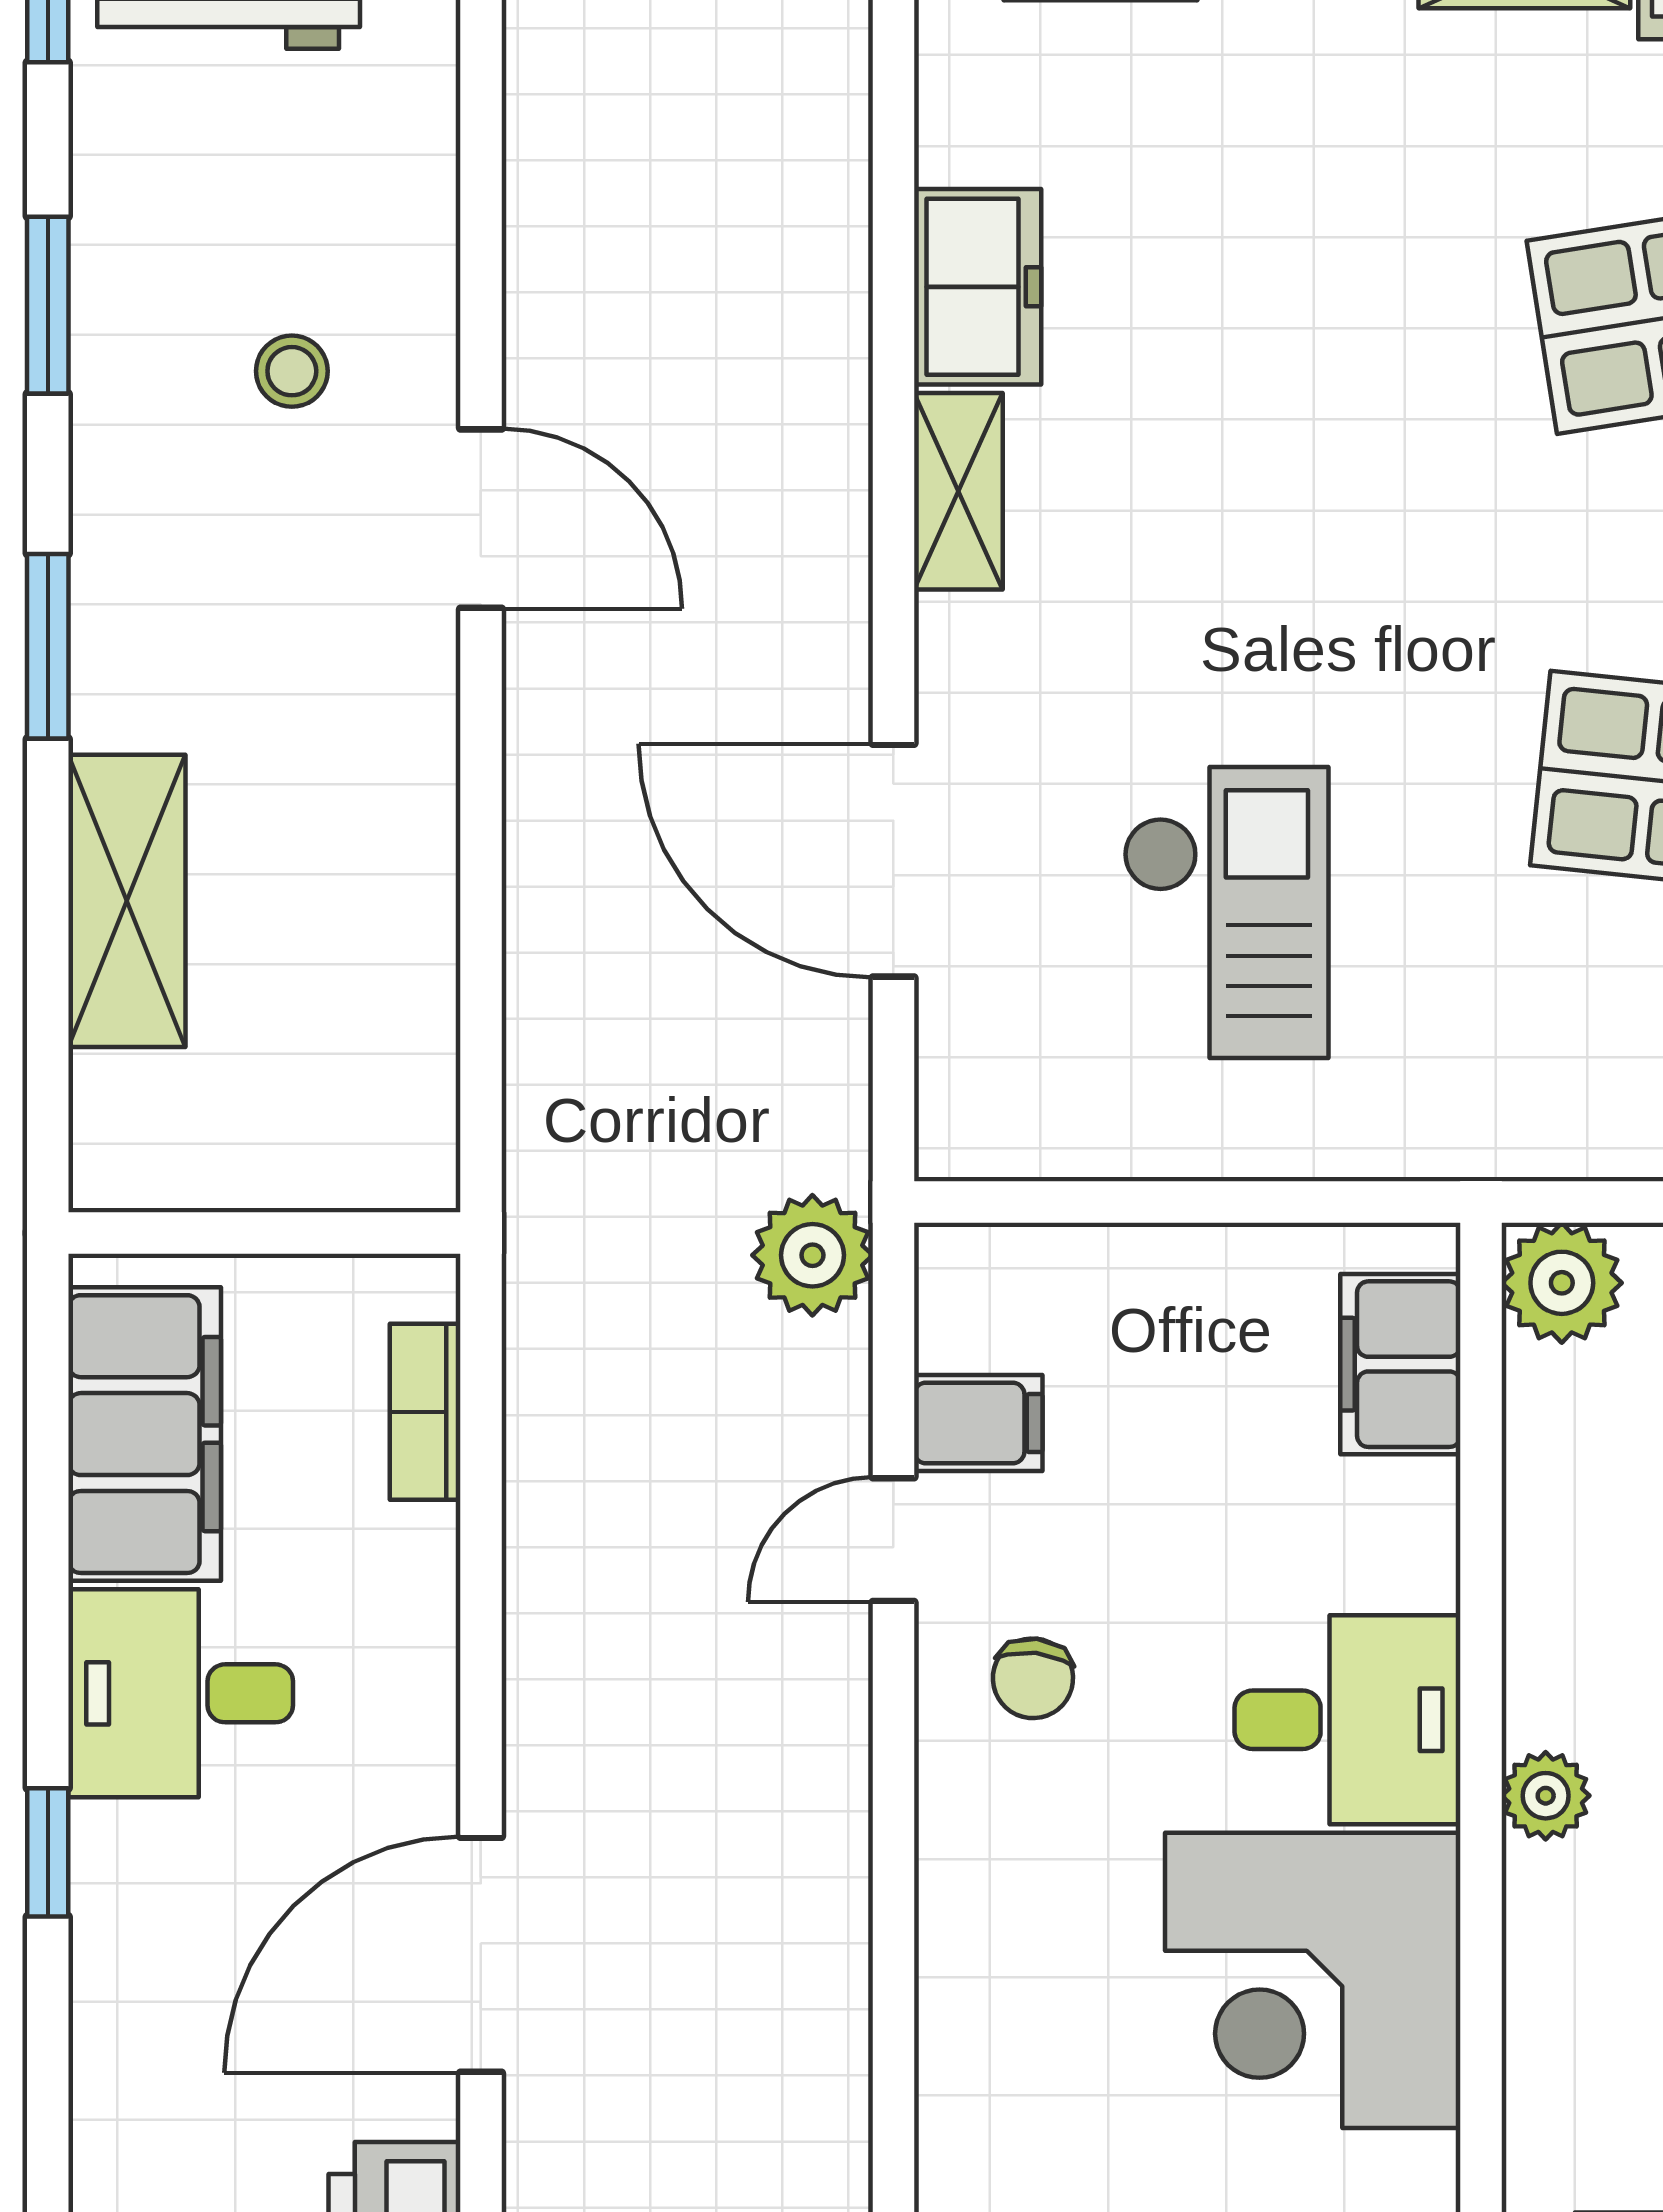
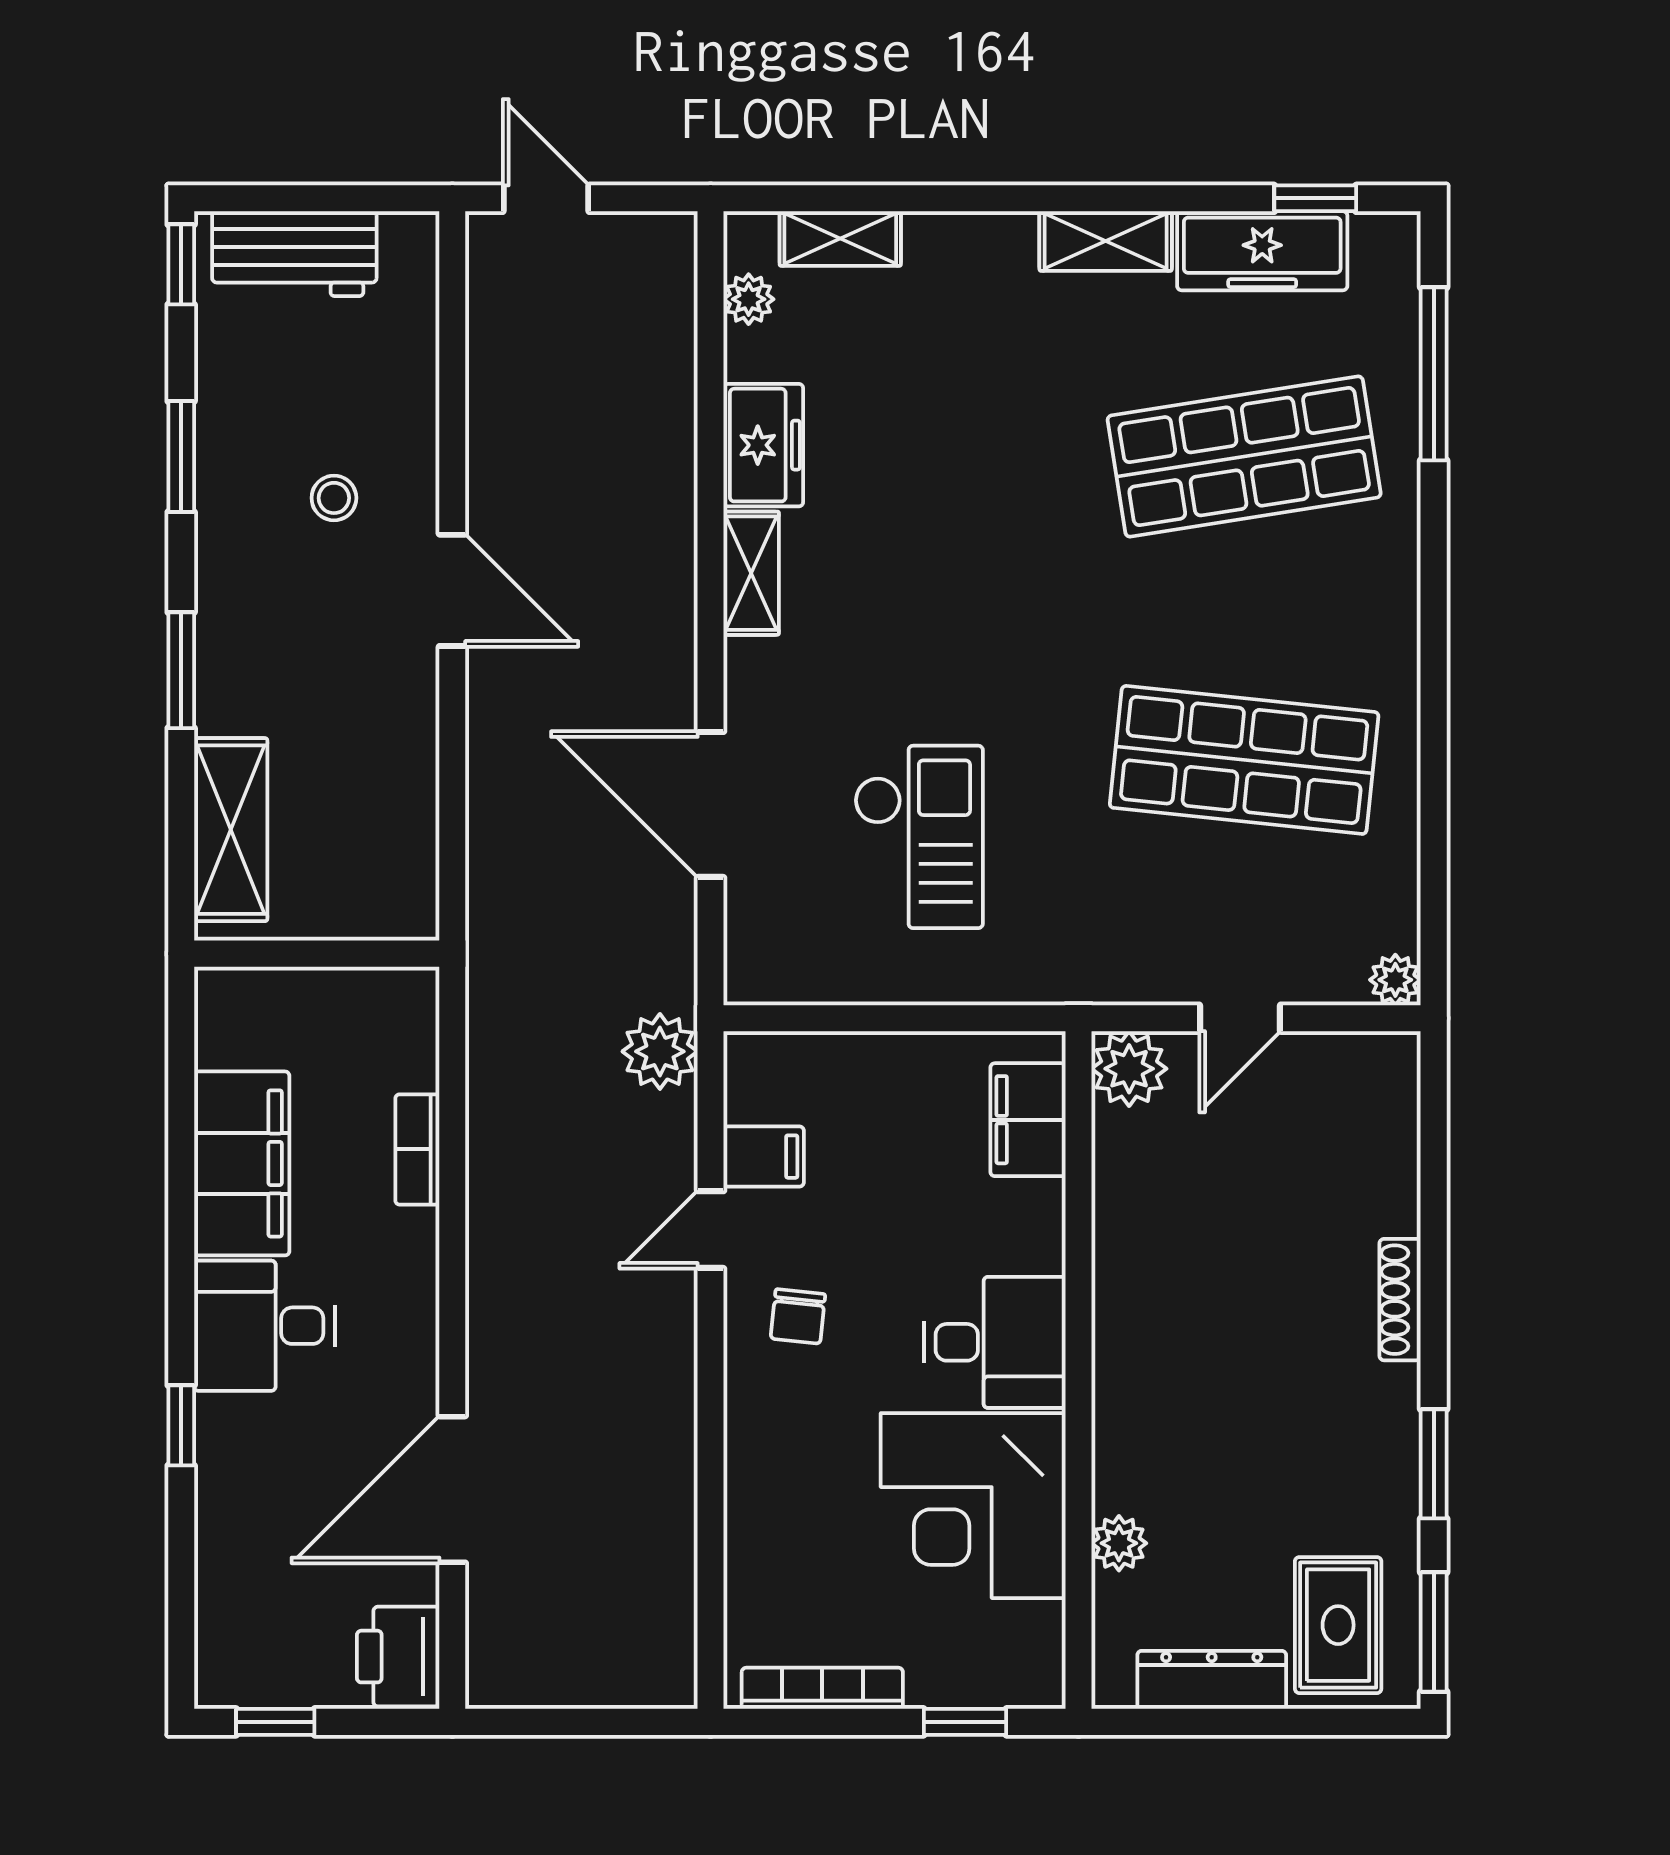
plant: (954, 54) -> (749, 299), added
wall: (264, 1233) -> (317, 954), moved
plant: (1546, 1796) -> (1119, 1543), moved

